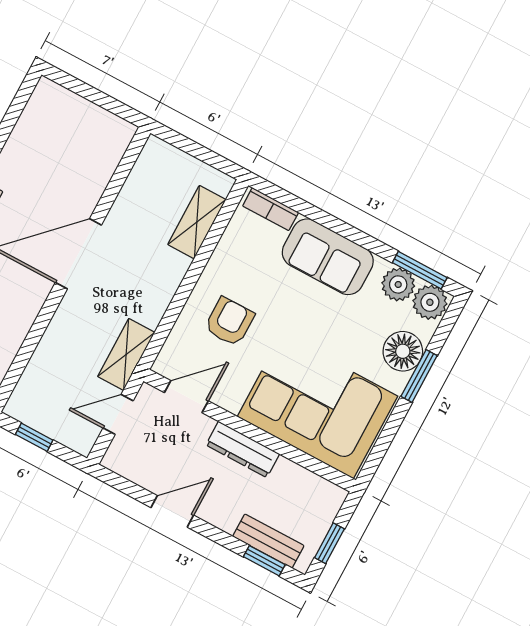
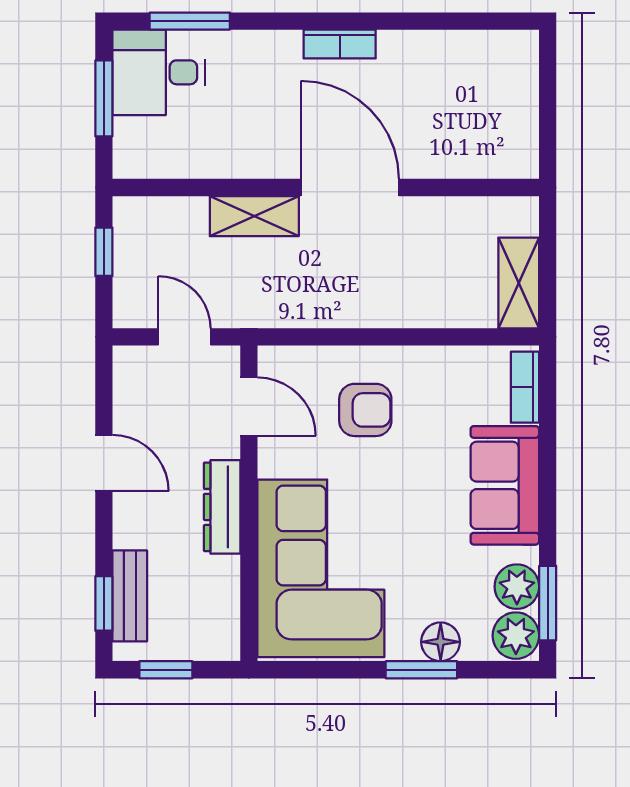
shelving: (197, 222) -> (519, 283), moved, turned 90
floor lamp: (403, 351) -> (441, 642), width x0.73, depth x0.73
shelving: (126, 354) -> (254, 216), moved

